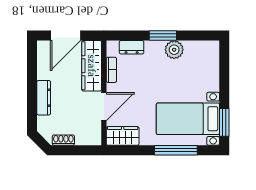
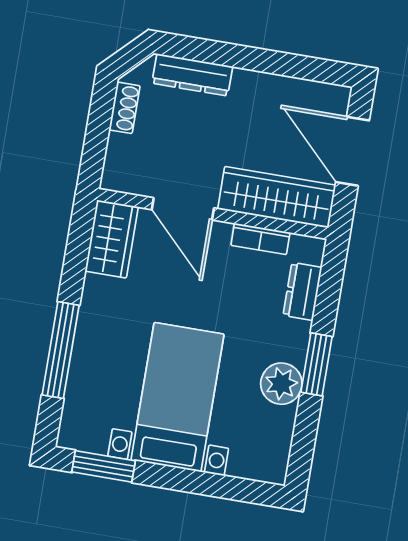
dresser: (44, 98) -> (192, 75), moved
bed with nightstands: (188, 119) -> (178, 397), moved

